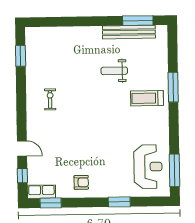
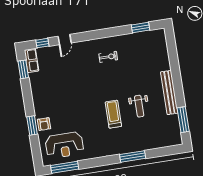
bench: (129, 32) -> (169, 92), moved
weight bench: (114, 71) -> (139, 106), turned 180
treadmill: (147, 98) -> (113, 114), moved
armchair: (81, 182) -> (44, 124), moved

